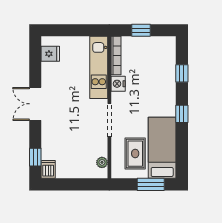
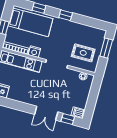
double door: (35, 104) -> (46, 113), moved
bed: (162, 148) -> (30, 22), moved, turned 180

